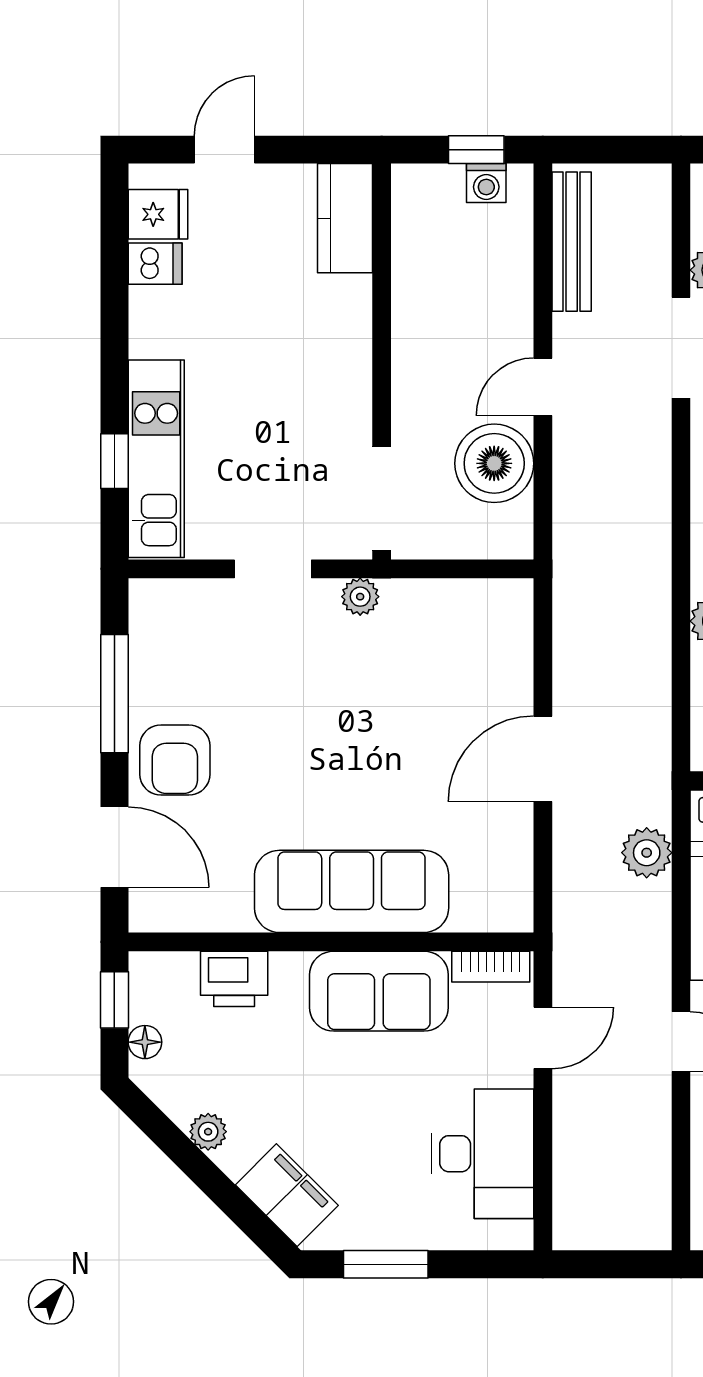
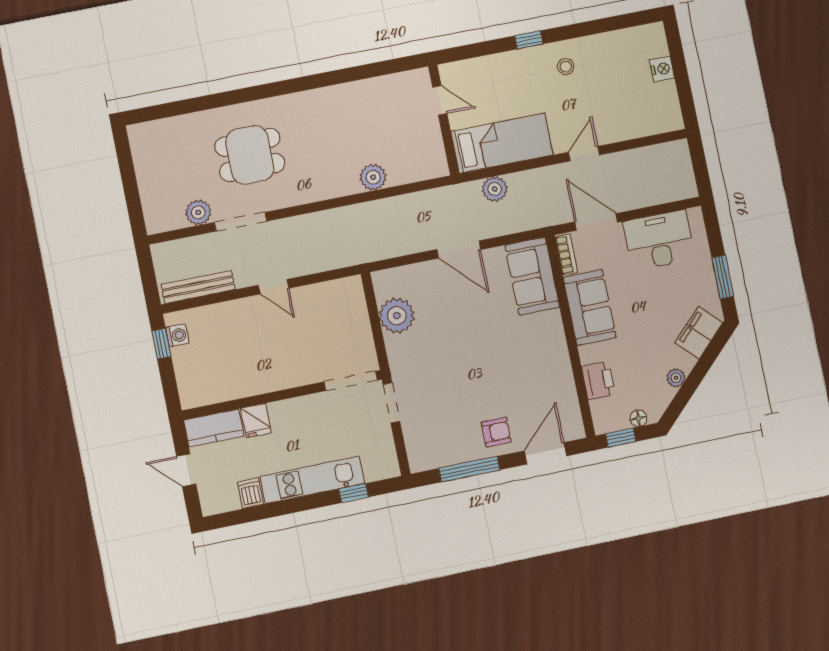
fridge: (158, 214) -> (256, 421), moved, turned 180
kitchen counter: (345, 218) -> (214, 428), moved
wall: (382, 362) -> (282, 395), moved
kitchen unit: (156, 459) -> (312, 480), moved
boiler: (494, 463) -> (317, 303), removed
doorway: (382, 498) -> (351, 381), moved
plant: (360, 597) -> (397, 316), moved, width x1.88, depth x1.88
armchair: (175, 760) -> (496, 432), width x0.72, depth x0.72
sofa: (352, 891) -> (532, 276), moved, width x0.73
door: (543, 1038) -> (596, 222), width x1.37

